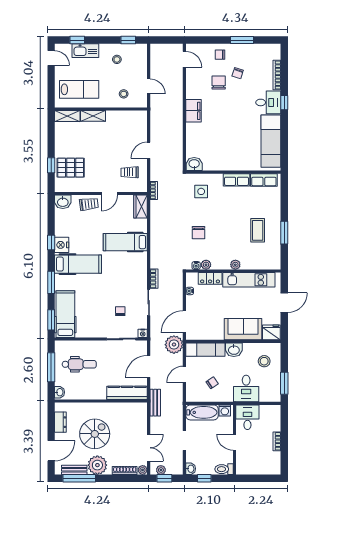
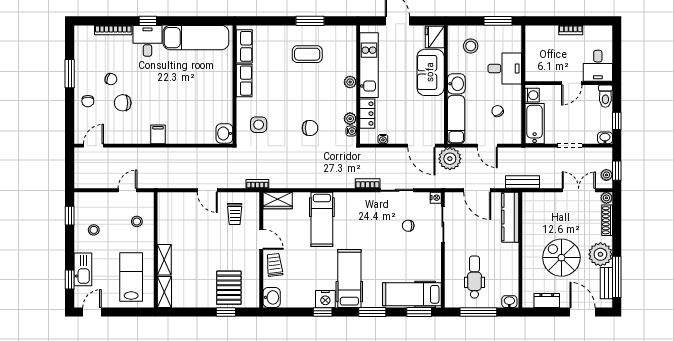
filing cabinet: (193, 111) -> (158, 134), width x0.50
desk: (247, 417) -> (598, 66), moved, turned -90

